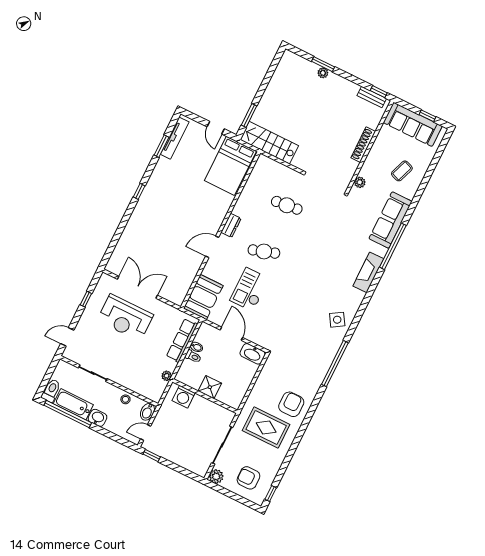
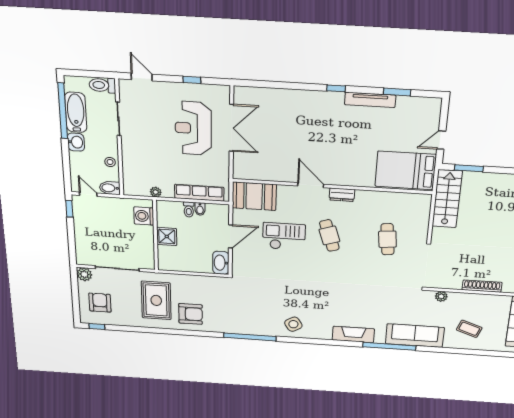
tv unit: (175, 138) -> (370, 100), moved
toilet: (51, 391) -> (102, 85), moved, turned 180

